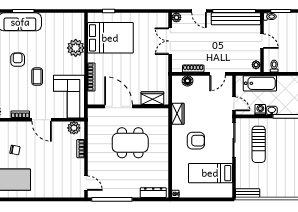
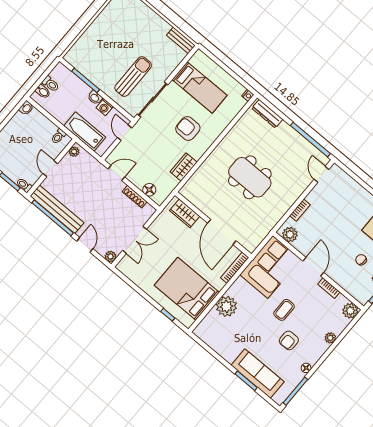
wardrobe: (152, 98) -> (185, 213), moved
door: (119, 106) -> (222, 232), moved
wall: (128, 106) -> (213, 225), moved

